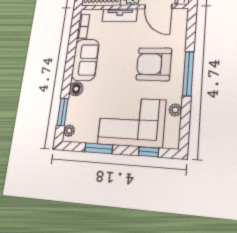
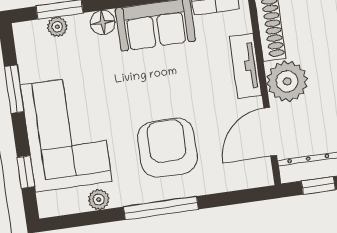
plant: (69, 131) -> (57, 27), moved

